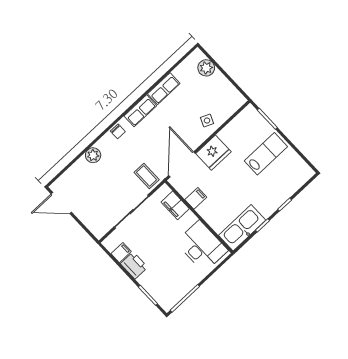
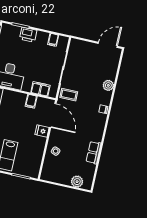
row of seats: (140, 111) -> (98, 130), removed
fridge: (213, 153) -> (42, 131), width x0.53, depth x0.75
printer: (134, 265) -> (28, 35), moved

